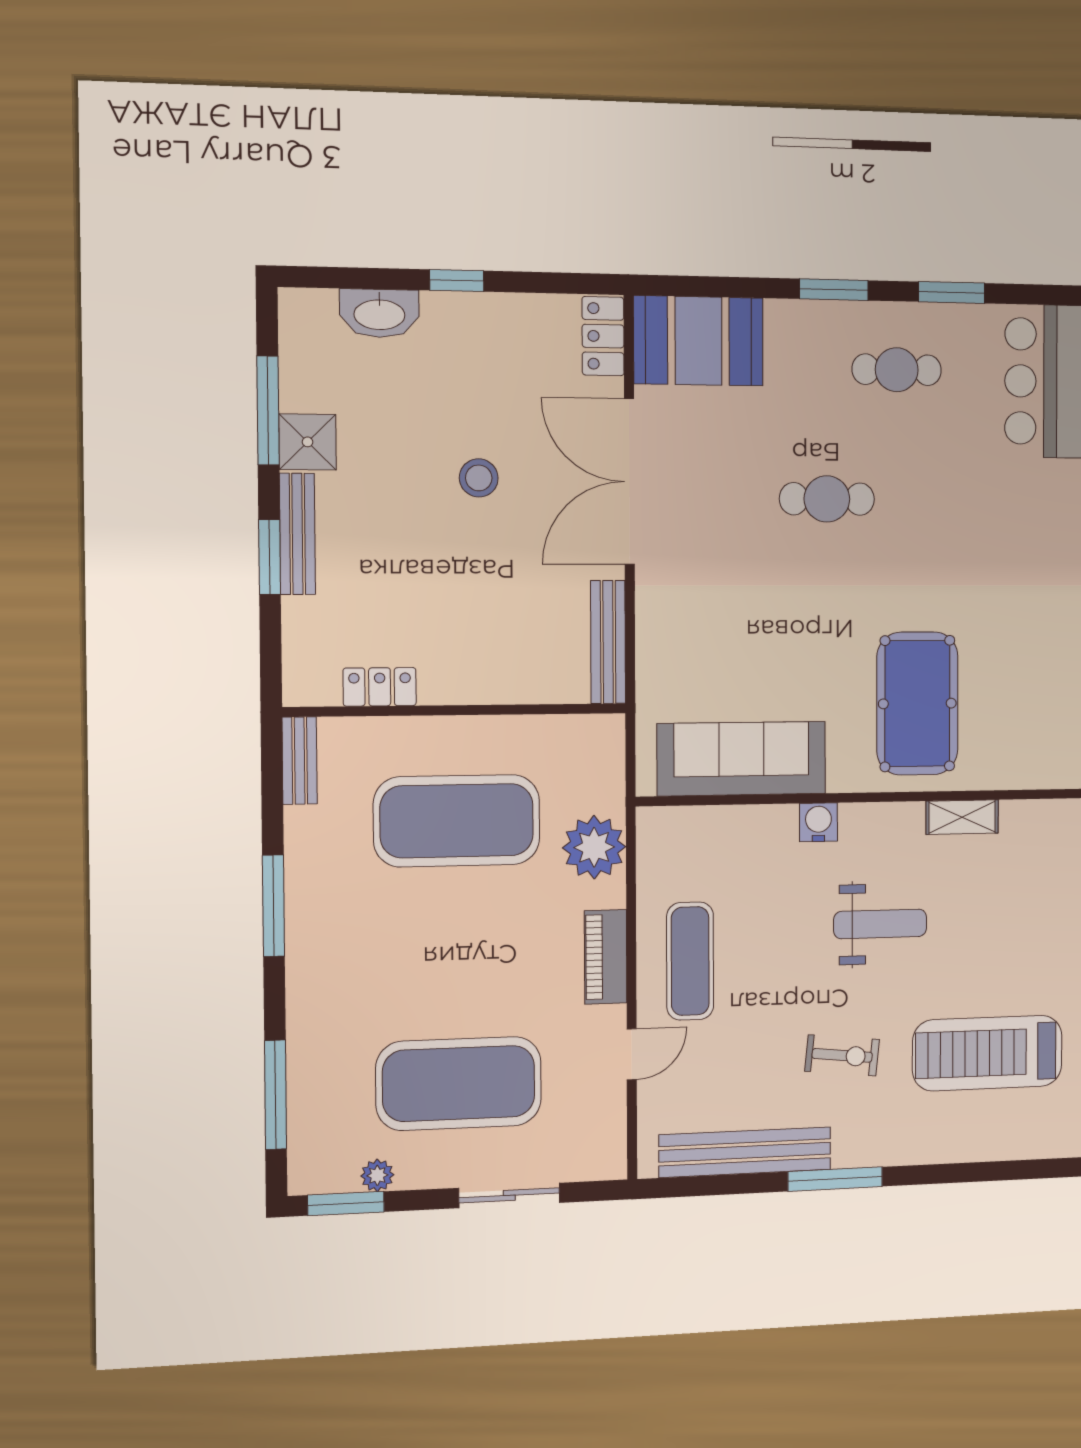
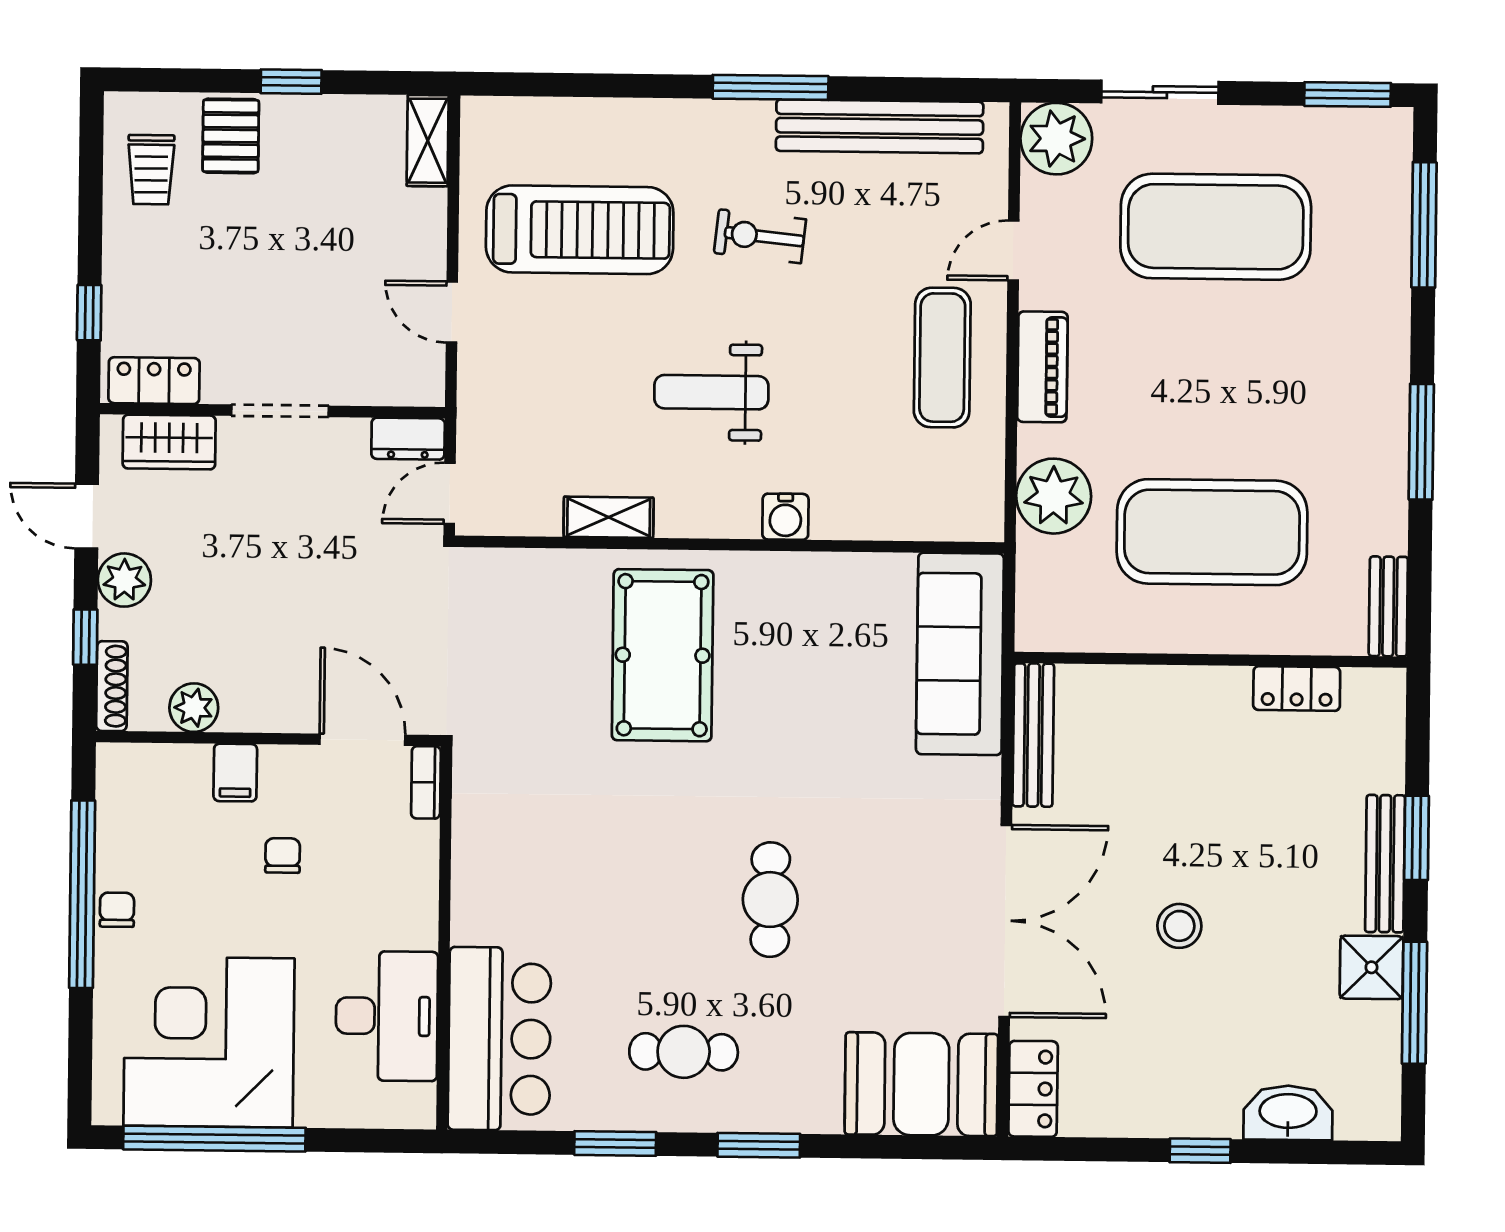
cafe table: (827, 499) -> (770, 900), turned 90
sofa: (742, 759) -> (960, 654), moved, turned 90
plant: (377, 1175) -> (1056, 139), moved, width x1.88, depth x1.88

